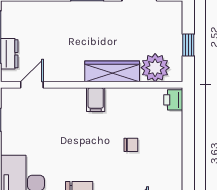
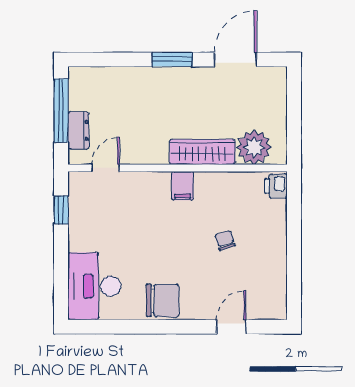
window: (188, 45) -> (294, 120), removed
chair: (131, 145) -> (225, 240), turned -107

